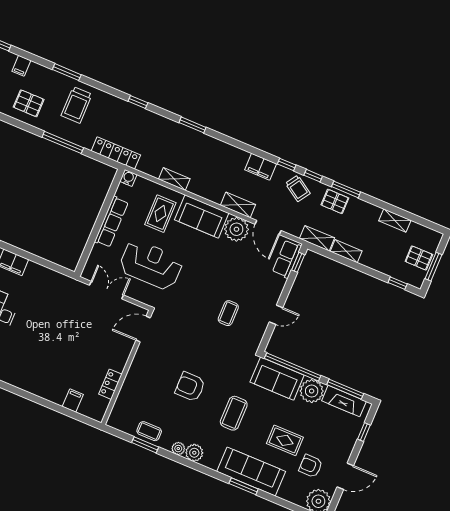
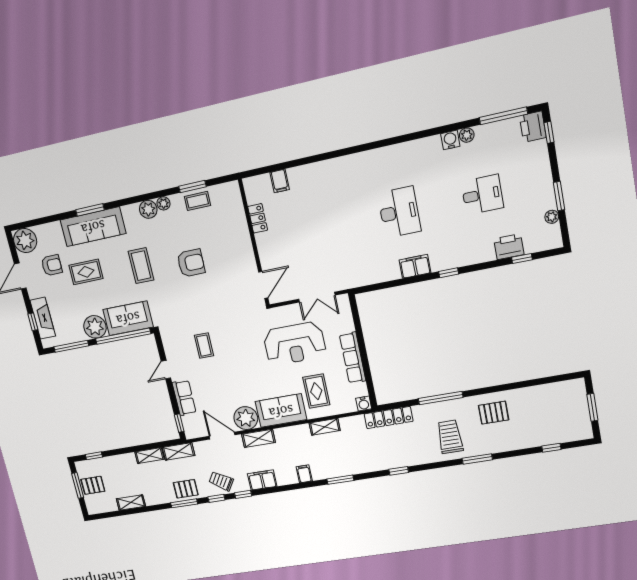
filing cabinet: (21, 66) -> (304, 474), moved
row of seats: (287, 259) -> (184, 398), moved
fireplace: (344, 401) -> (43, 318), moved, turned 90

